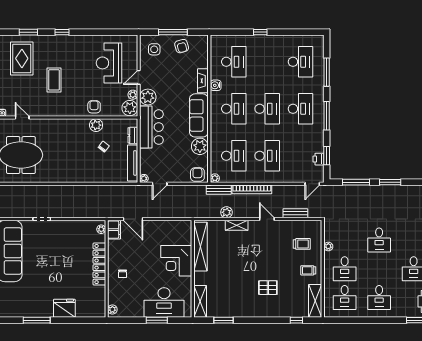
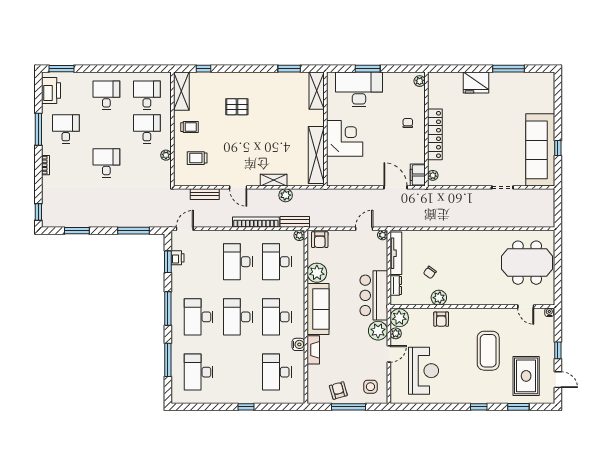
coffee table: (54, 80) -> (488, 351), width x1.36, depth x1.32
window: (390, 182) -> (77, 231), moved

